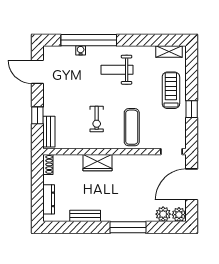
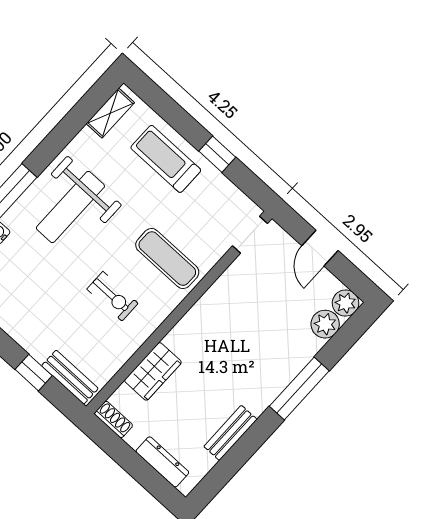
weight bench: (117, 70) -> (70, 207), width x1.36, depth x1.33
wardrobe: (98, 163) -> (153, 371), moved
door: (192, 184) -> (320, 248), width x0.53

